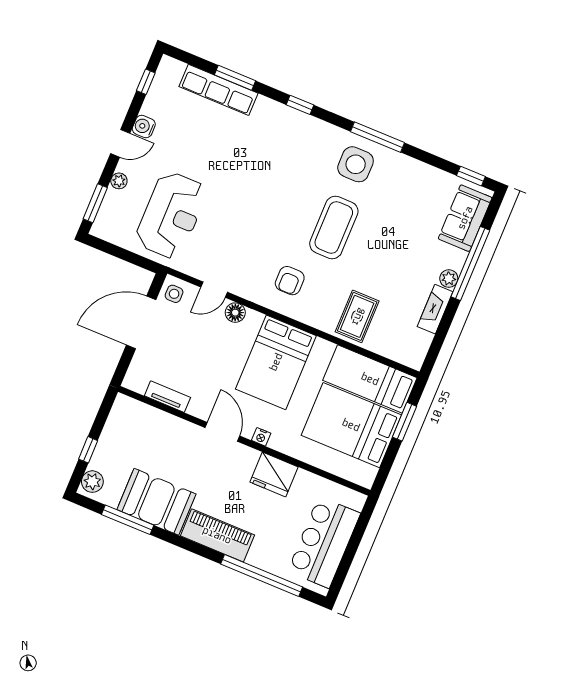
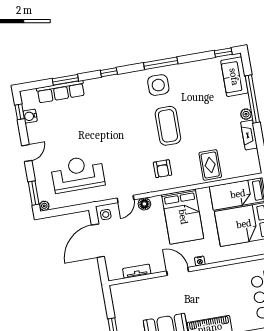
water cooler: (144, 127) -> (30, 116), moved
plant: (119, 181) -> (44, 206), moved
reception desk: (171, 215) -> (78, 174), turned -90
fridge: (274, 475) -> (219, 277), removed

